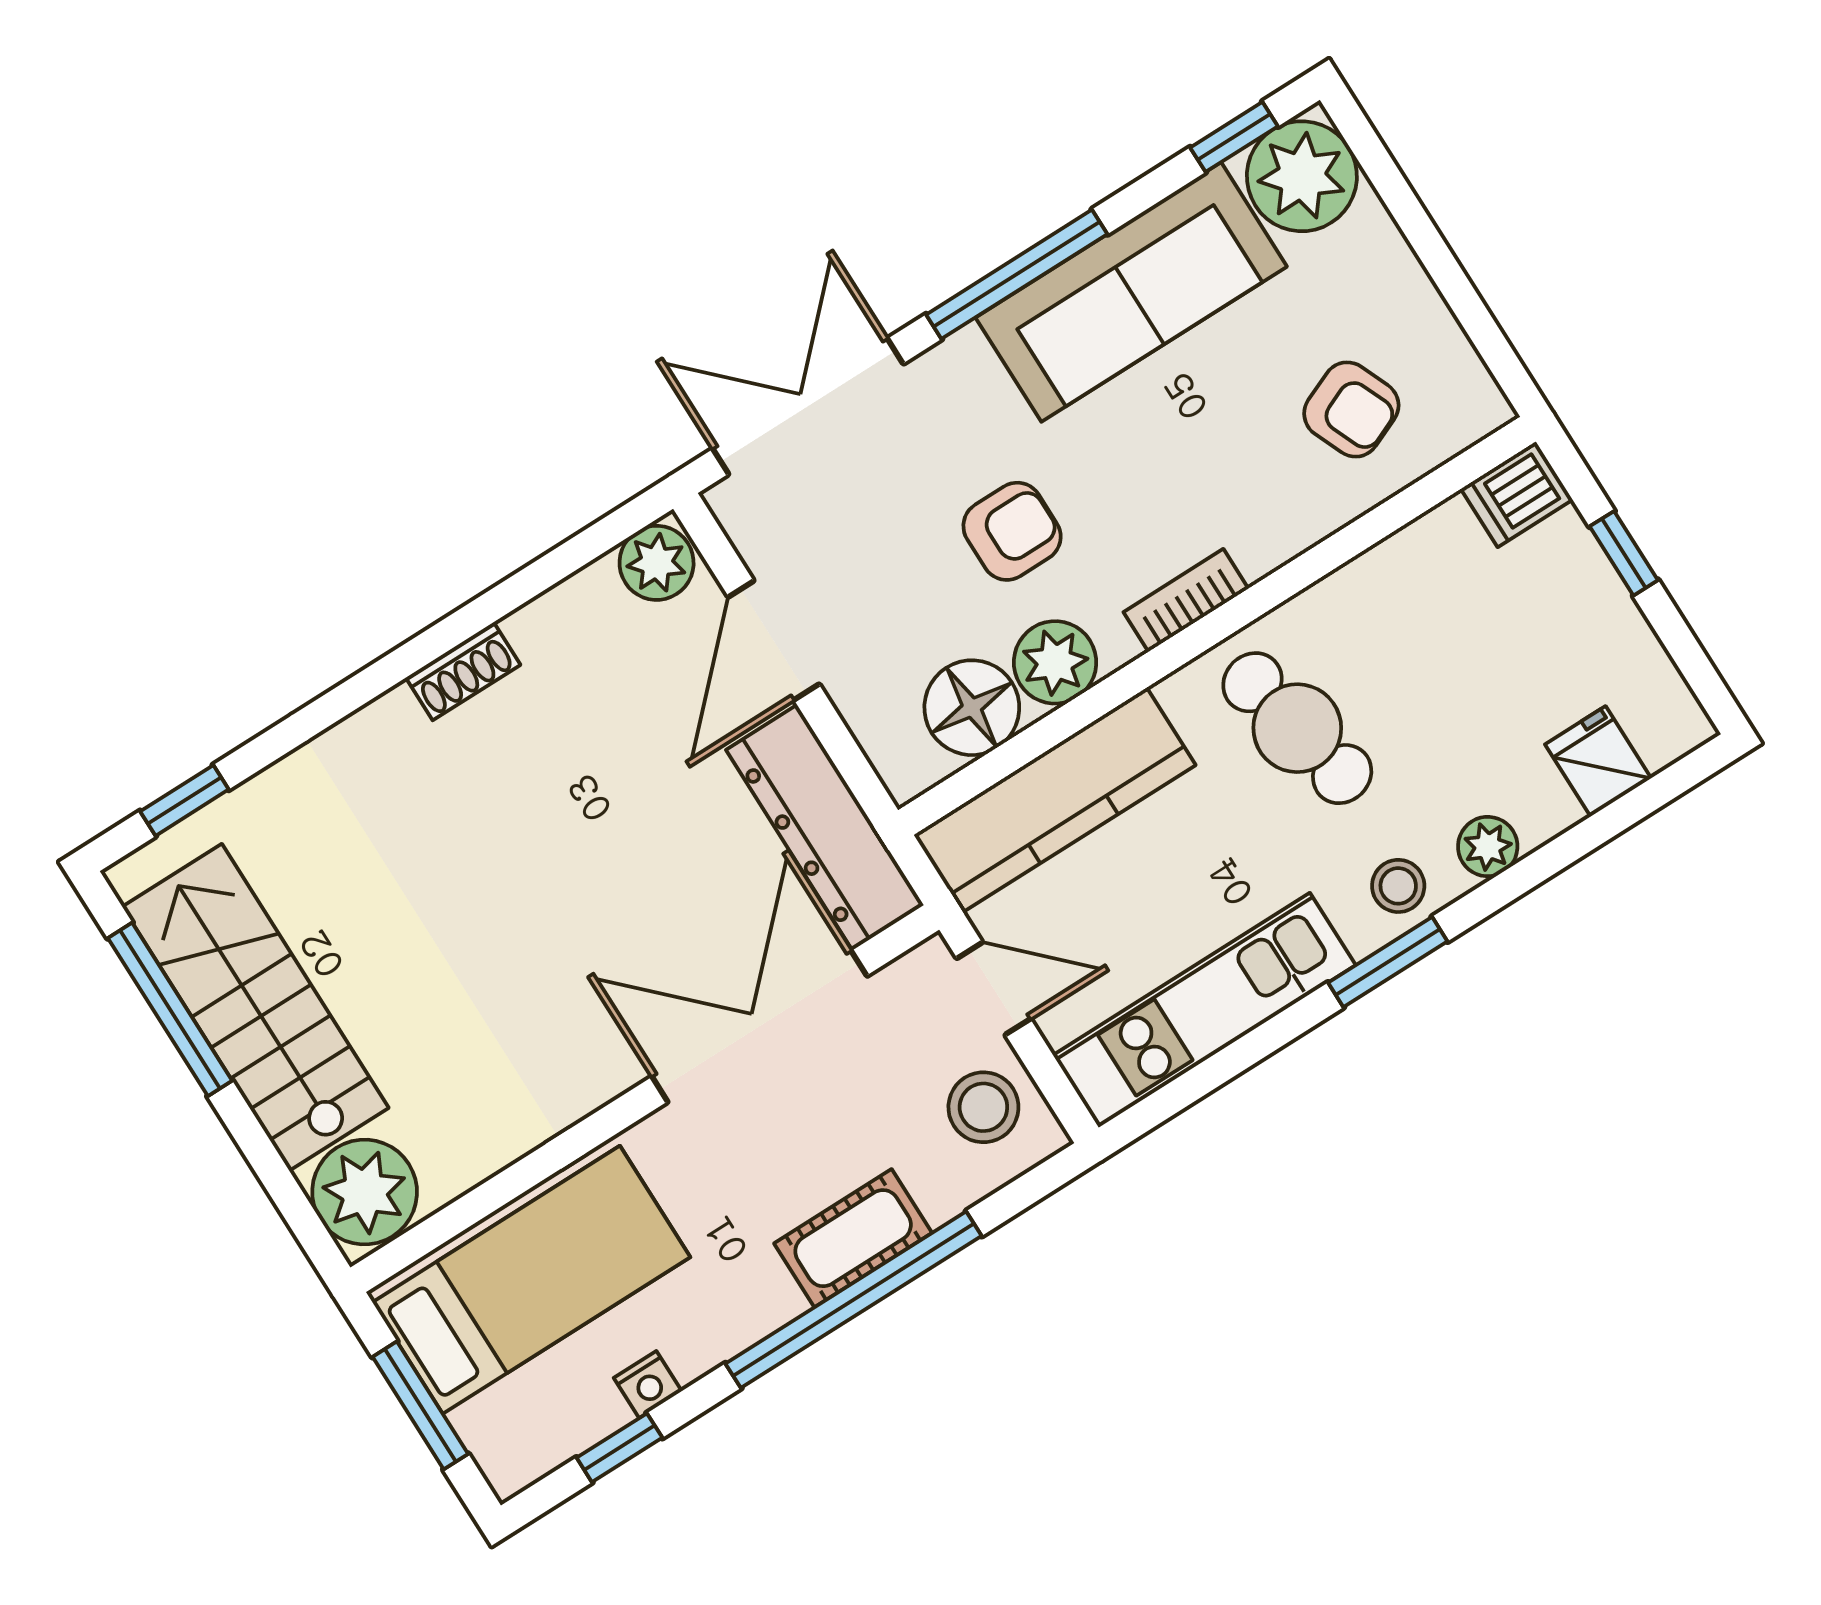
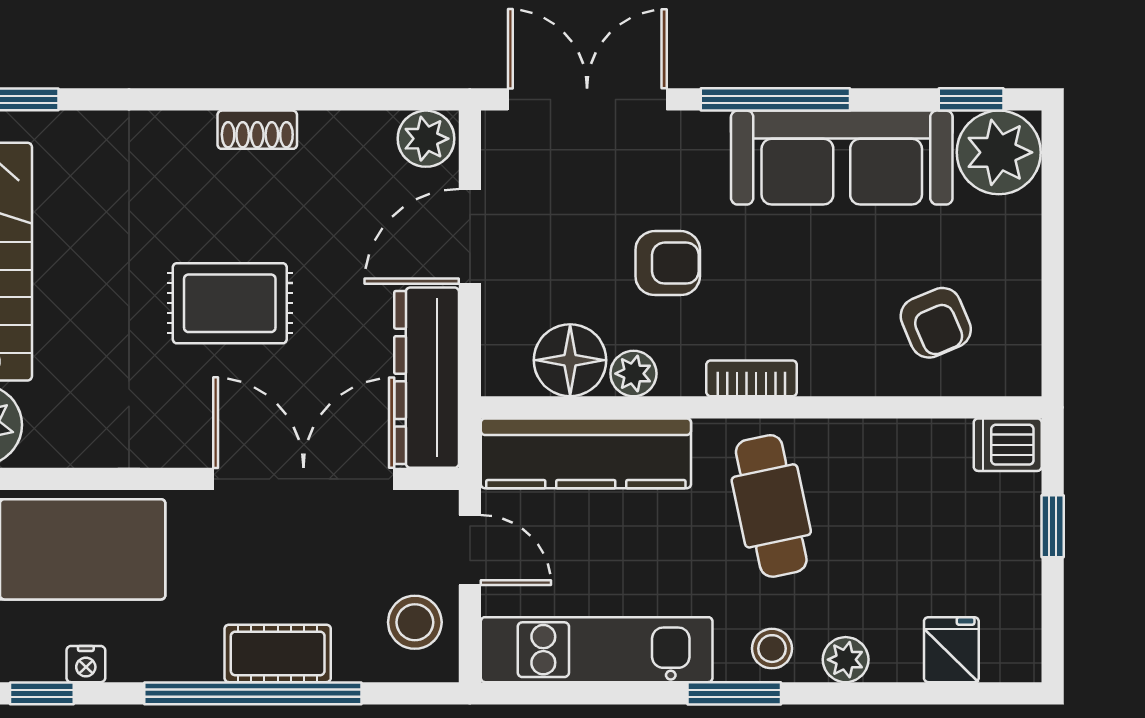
plant: (1055, 662) -> (633, 374), width x0.73, depth x0.73
rug: (554, 883) -> (230, 303), added

